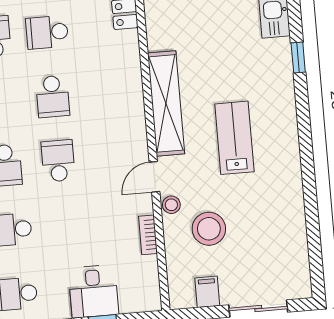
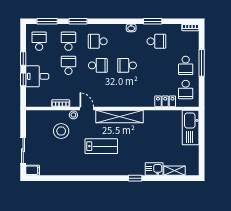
school desk: (47, 32) -> (68, 65), moved
filing cabinet: (207, 292) -> (33, 170), moved

